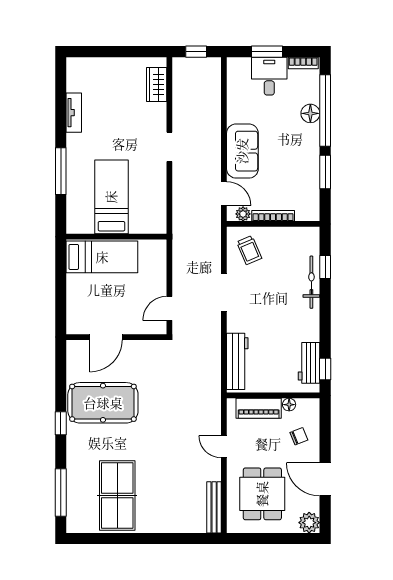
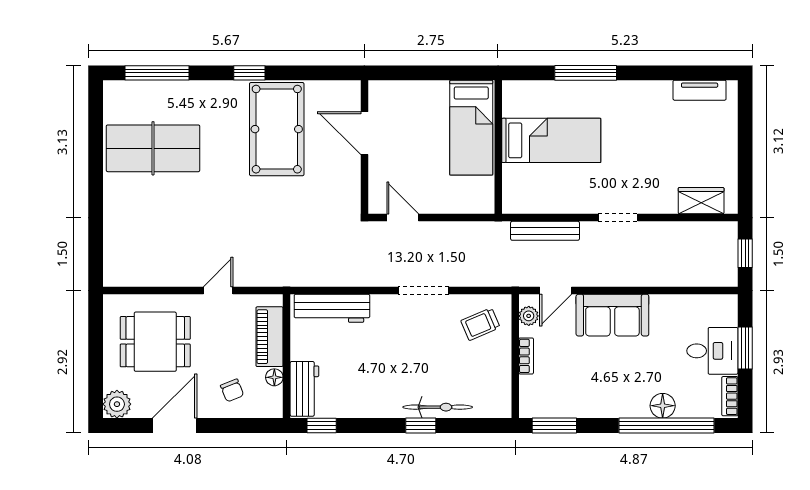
tv unit: (74, 113) -> (700, 90), moved
window: (325, 172) -> (554, 425), moved
bookcase: (273, 216) -> (526, 356), width x0.64
window: (325, 267) -> (421, 425), moved
workbench: (309, 363) -> (304, 389), moved, turned 90
bench: (214, 507) -> (545, 231), moved

